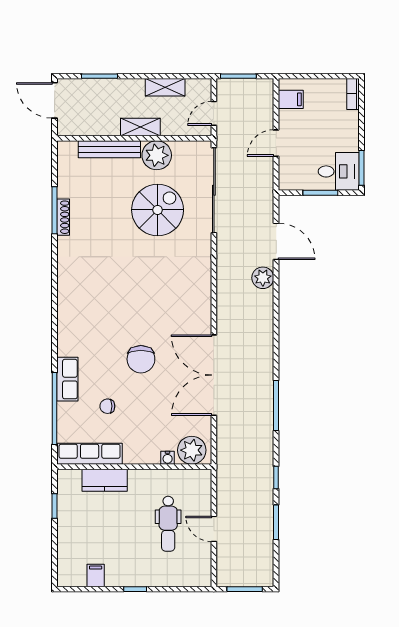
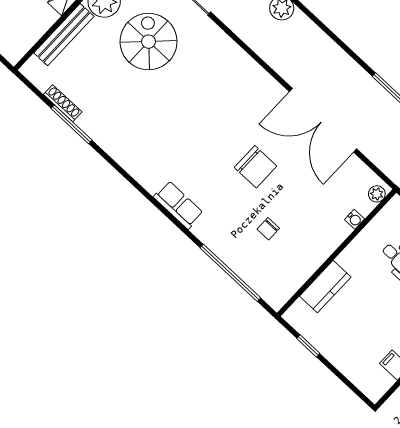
shoe rack: (63, 217) -> (63, 103), moved
row of seats: (67, 379) -> (178, 205), moved
plant: (192, 450) -> (377, 194), width x0.53, depth x0.53
row of seats: (90, 454) -> (293, 279), removed

